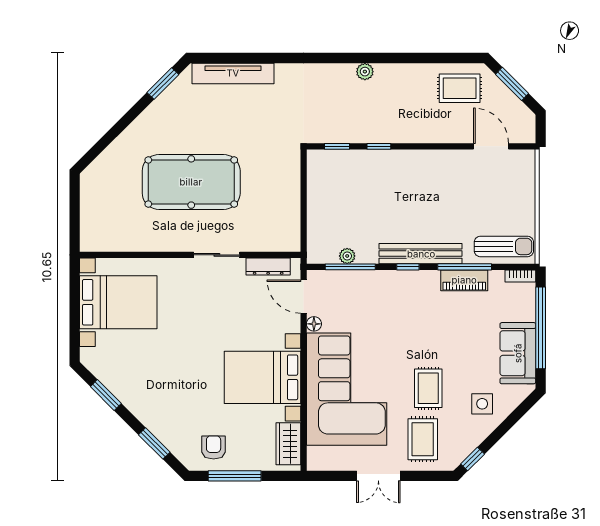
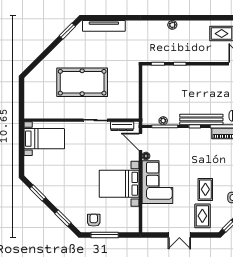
bed with nightstands: (118, 302) -> (44, 139), width x0.73
corner sofa: (347, 389) -> (157, 182), width x0.73, depth x0.74
wardrobe: (288, 444) -> (133, 218), removed

